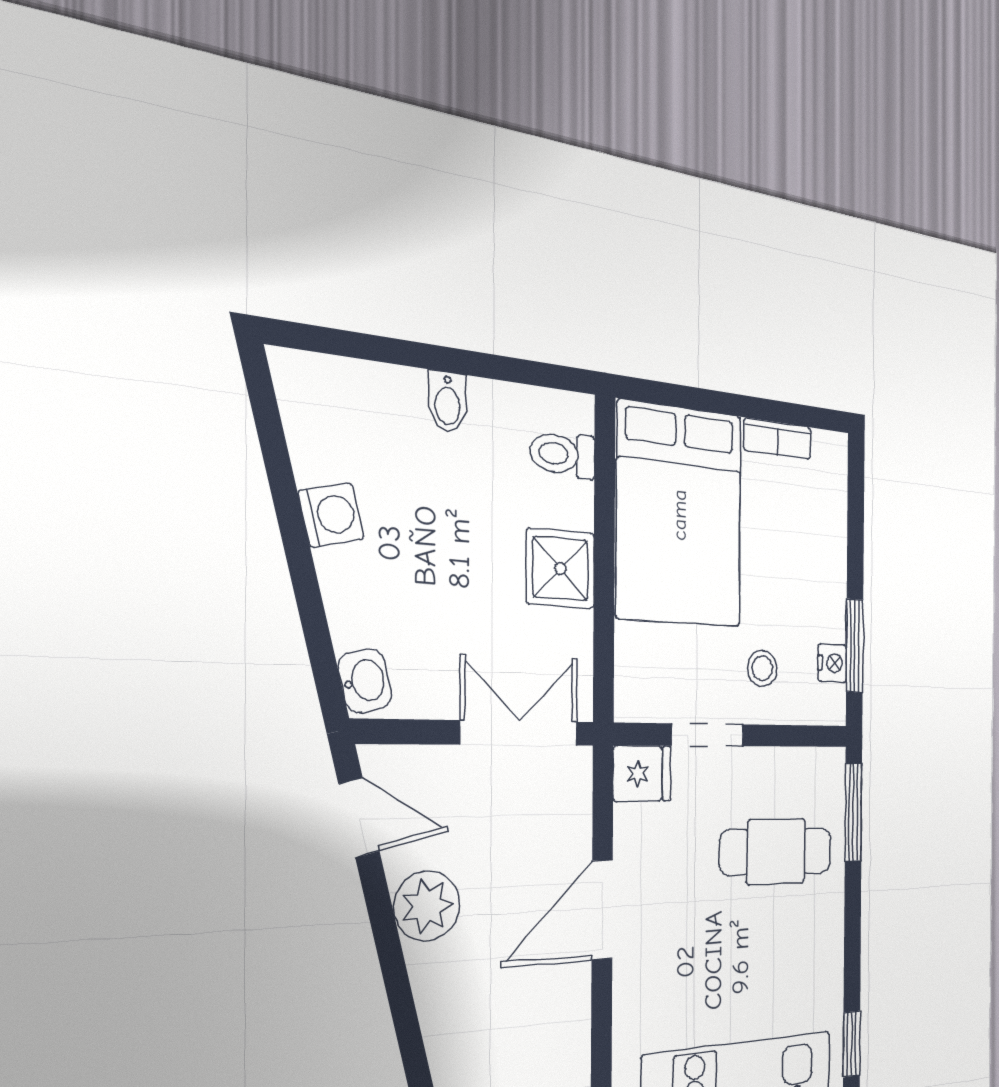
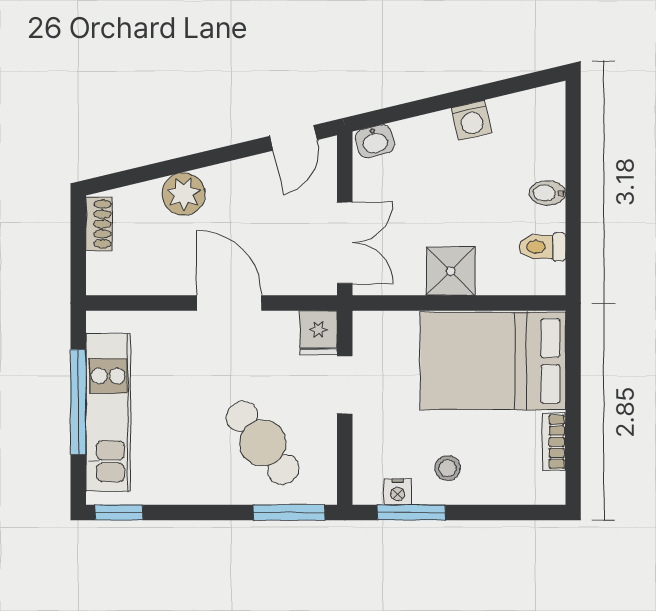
toilet: (563, 454) -> (542, 247), moved, turned -90
stool: (762, 668) -> (448, 468), moved
cafe table: (776, 852) -> (263, 443), turned -39
plant: (427, 906) -> (184, 194), moved

